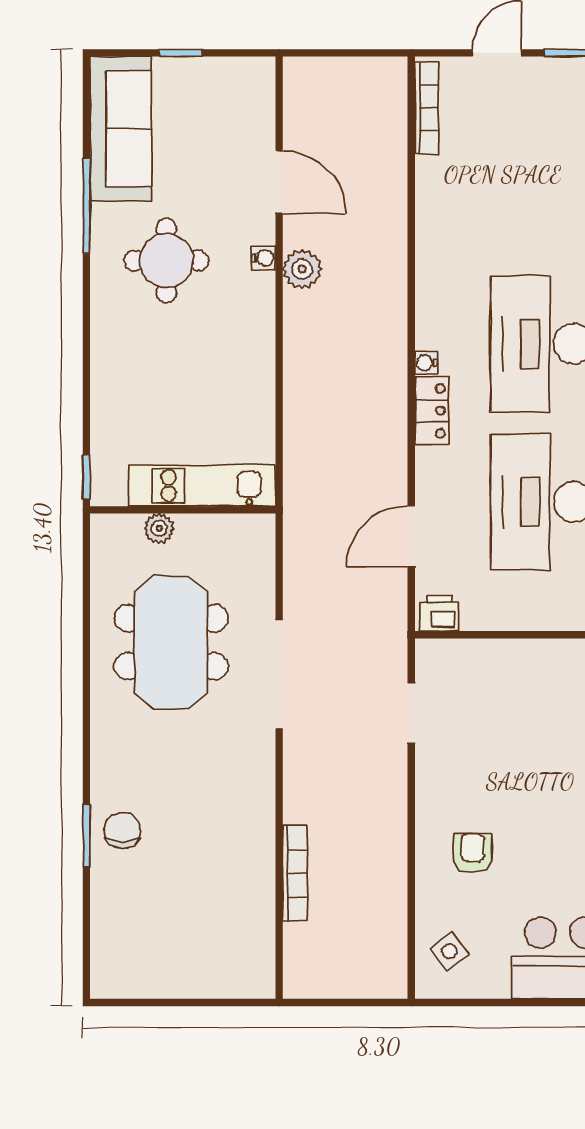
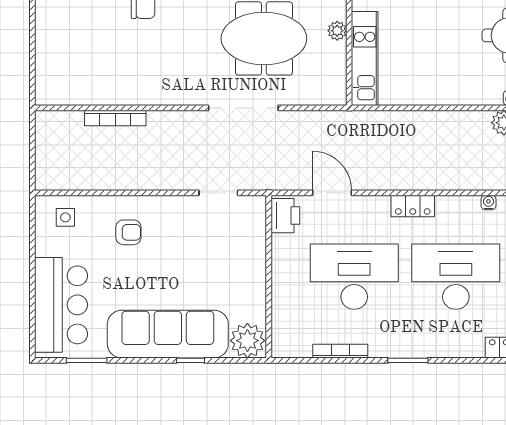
water cooler: (426, 363) -> (488, 202), moved
printer: (439, 613) -> (285, 216), width x1.36, depth x1.24
side table: (449, 951) -> (65, 217), turned 37

